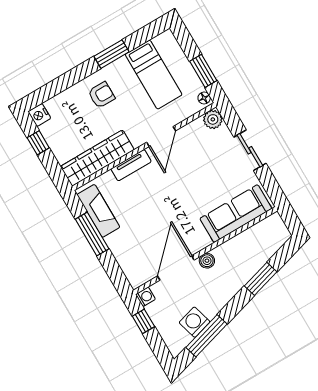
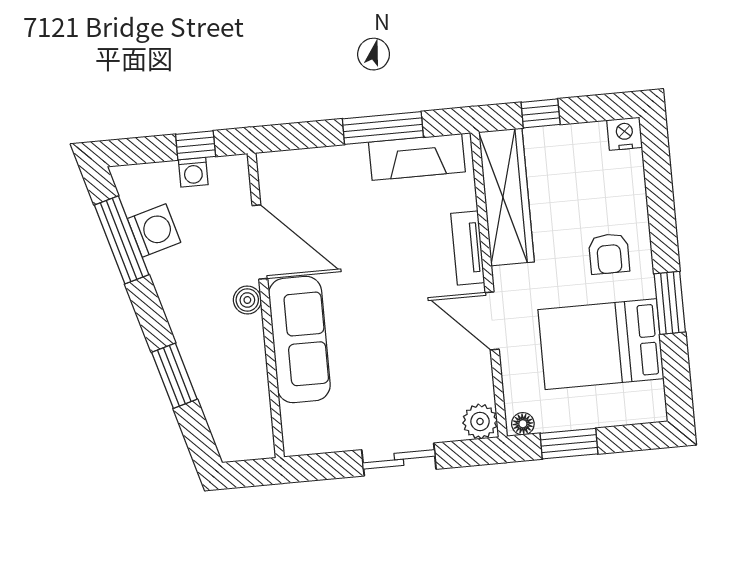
bed: (154, 75) -> (601, 344), width x1.50
window: (38, 143) -> (541, 113), moved
sofa: (236, 214) -> (299, 340), moved
washing machine: (146, 297) -> (193, 172), moved

